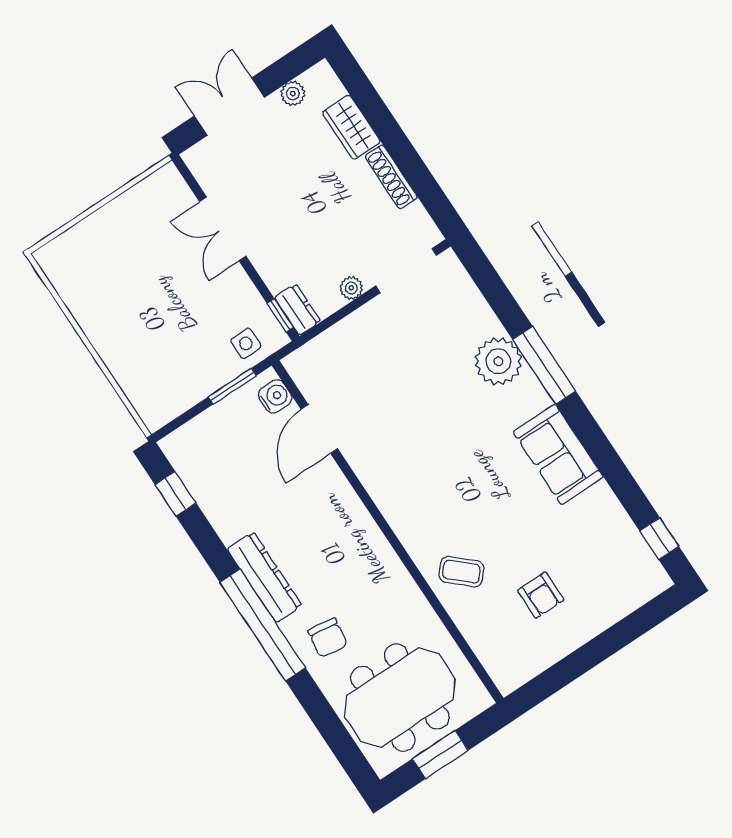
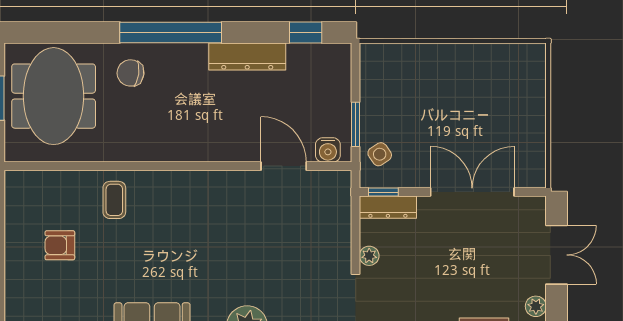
double door: (223, 229) -> (472, 192), width x1.37
dresser: (298, 310) -> (388, 207), width x1.44
side table: (246, 343) -> (380, 154), turned -34
coffee table: (461, 572) -> (114, 200), turned -43
dresser: (265, 577) -> (247, 57), moved

